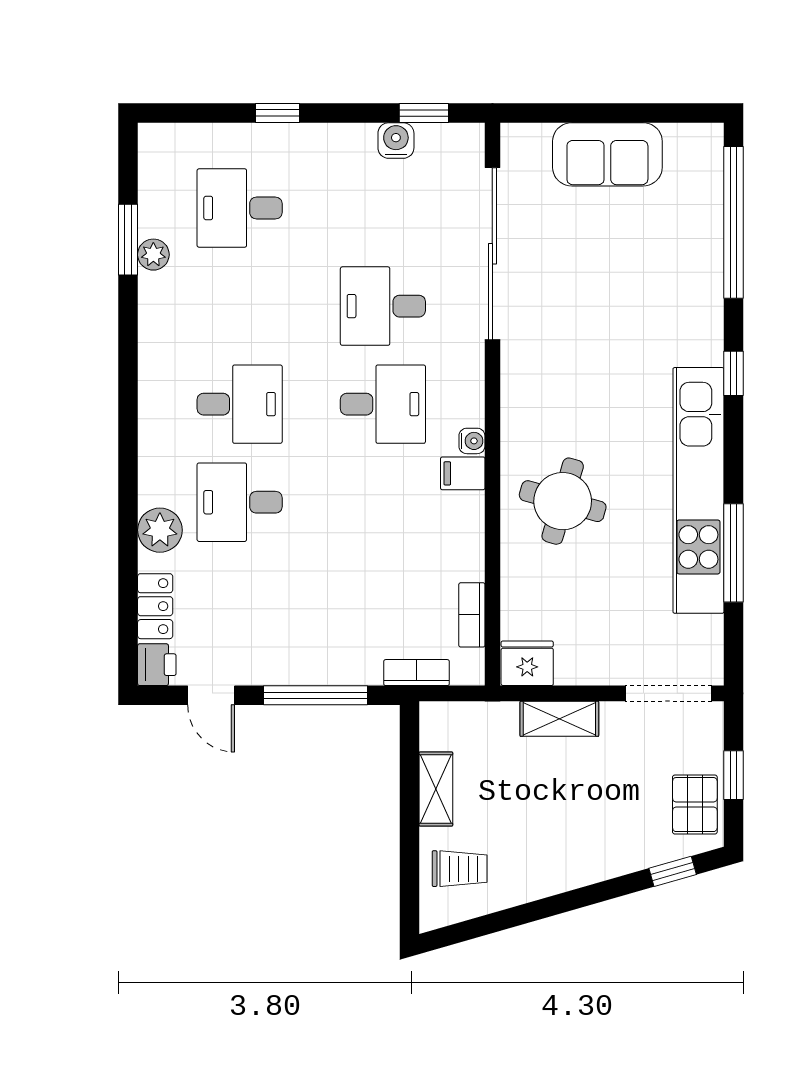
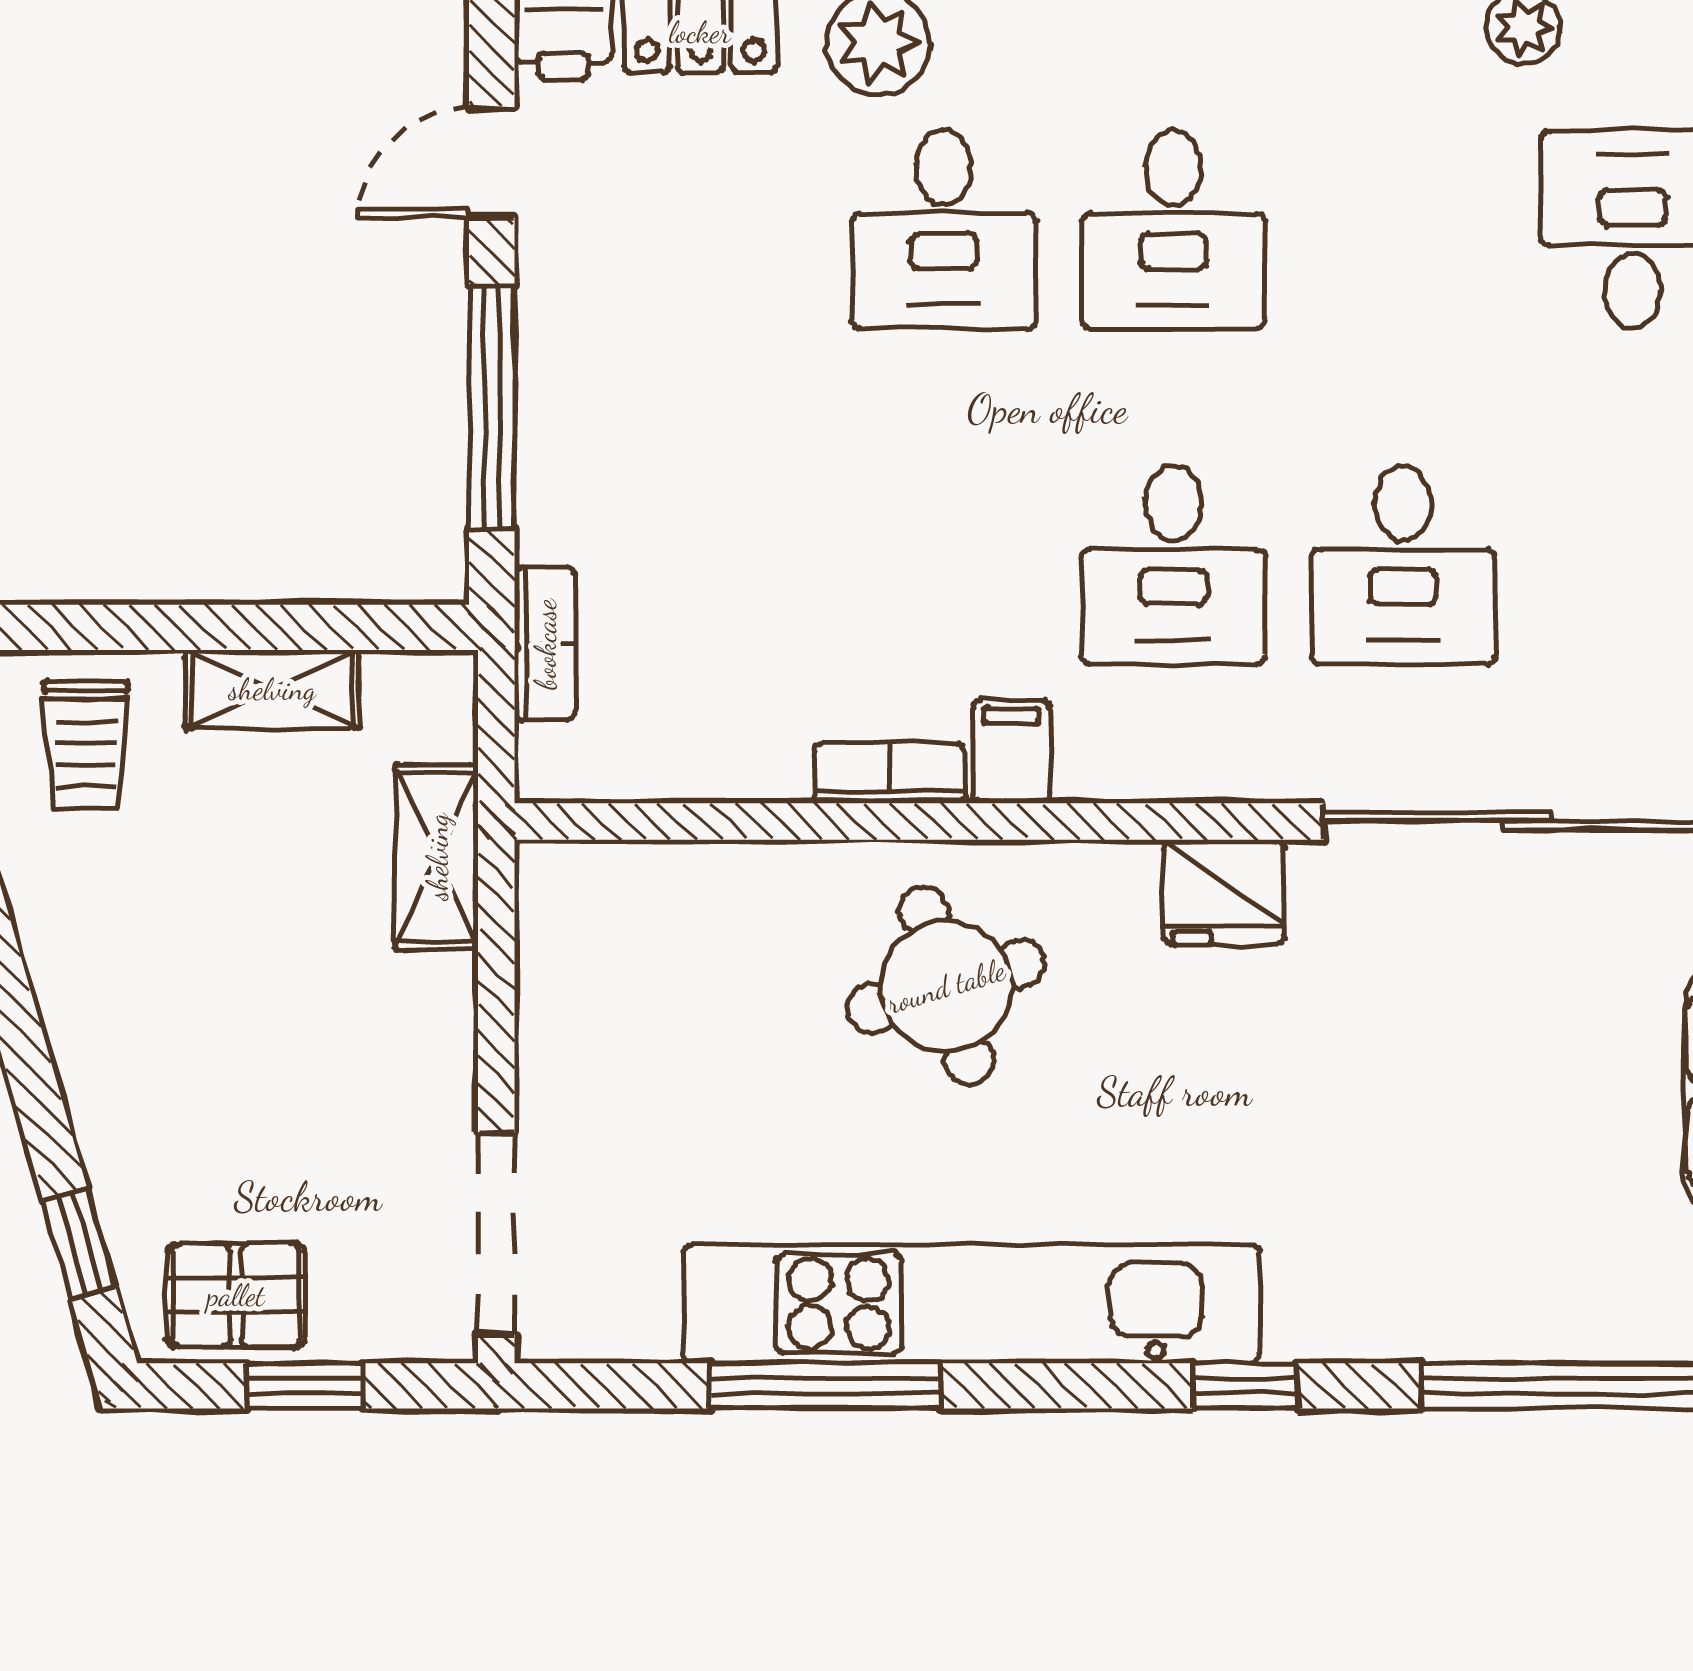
desk: (383, 306) -> (1403, 565), turned 180
water cooler: (472, 441) -> (1087, 773), removed
round table: (563, 501) -> (946, 986), turned -33
desk: (240, 502) -> (944, 229), turned 180
bookcase: (472, 615) -> (890, 773), moved
fridge: (527, 663) -> (1224, 892), moved, turned 90
shelving: (559, 719) -> (437, 857), moved

